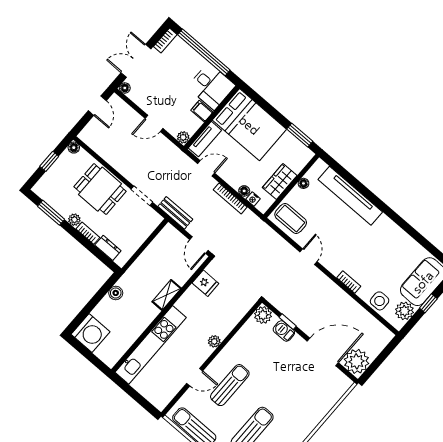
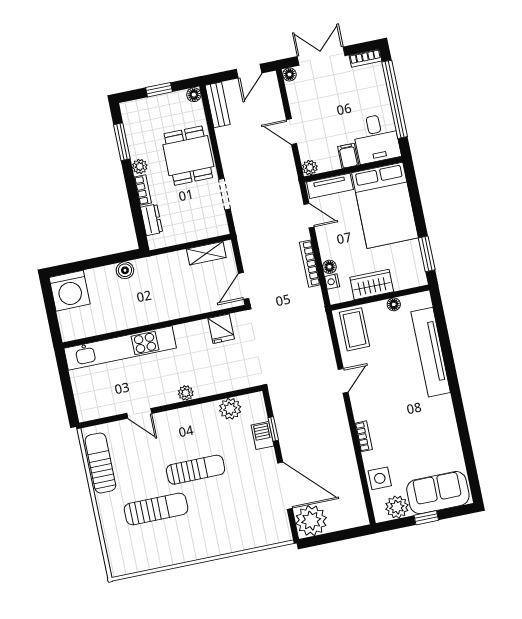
bench: (175, 213) -> (218, 105), moved
shelving: (167, 295) -> (206, 253), moved
plant: (263, 315) -> (230, 409), moved
sun lounger: (230, 385) -> (196, 470), moved

